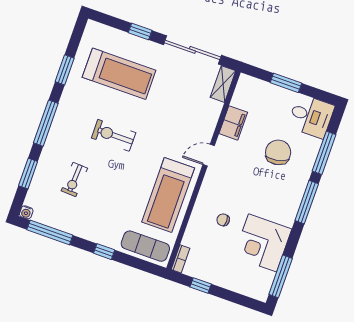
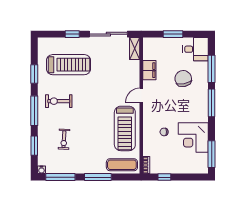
exercise bike: (114, 135) -> (59, 101), moved
window: (104, 252) -> (98, 177), width x2.17

